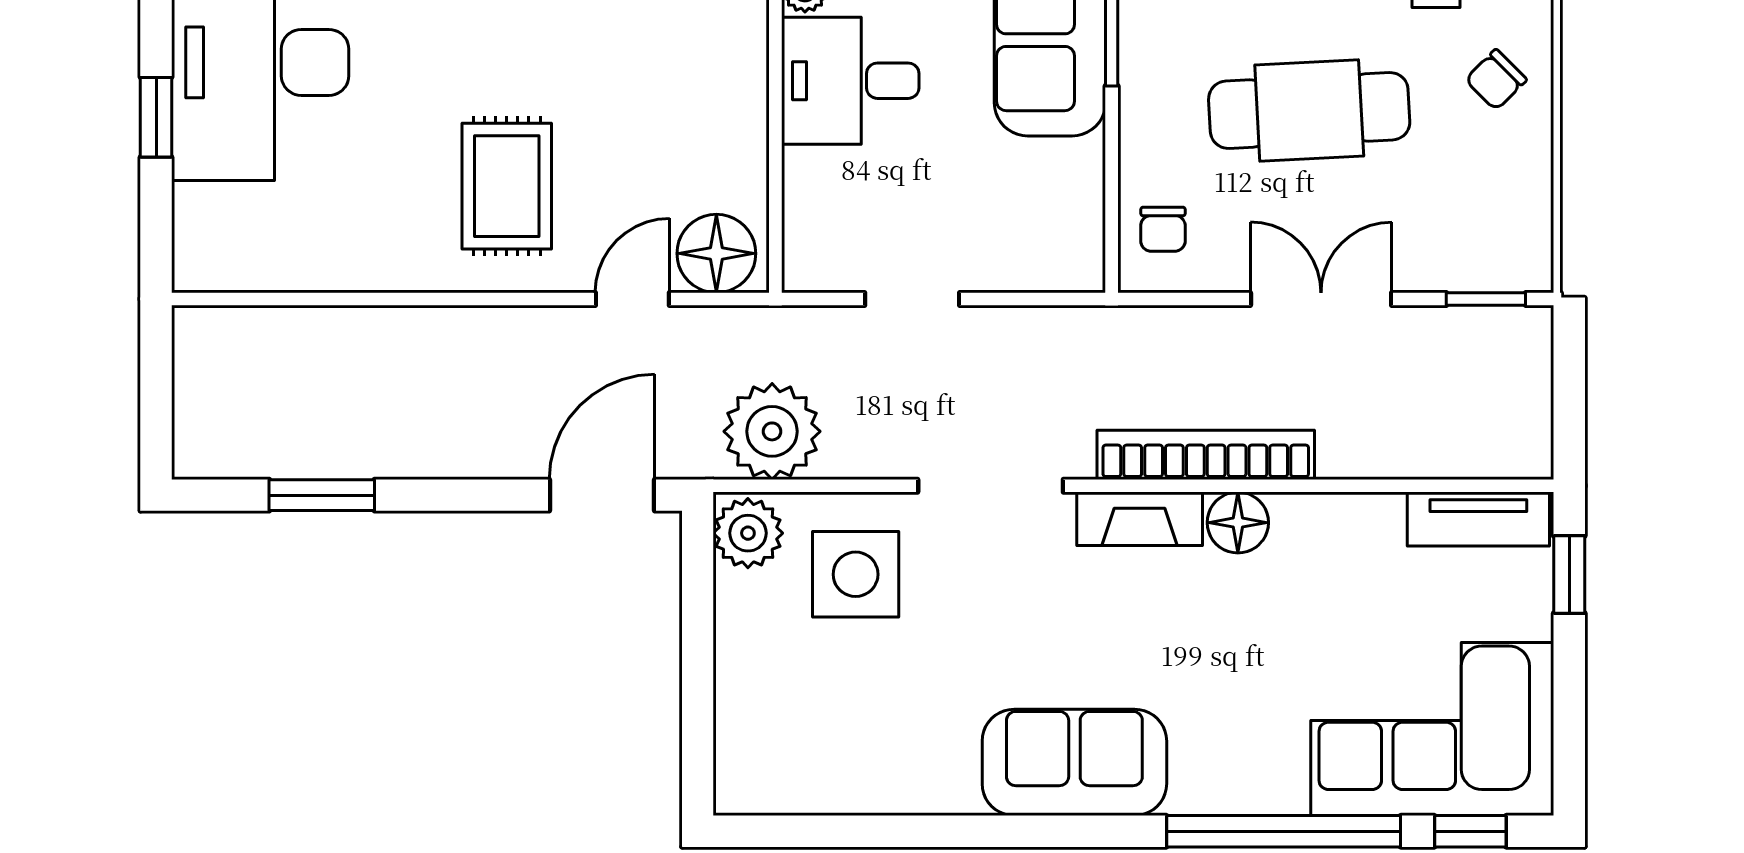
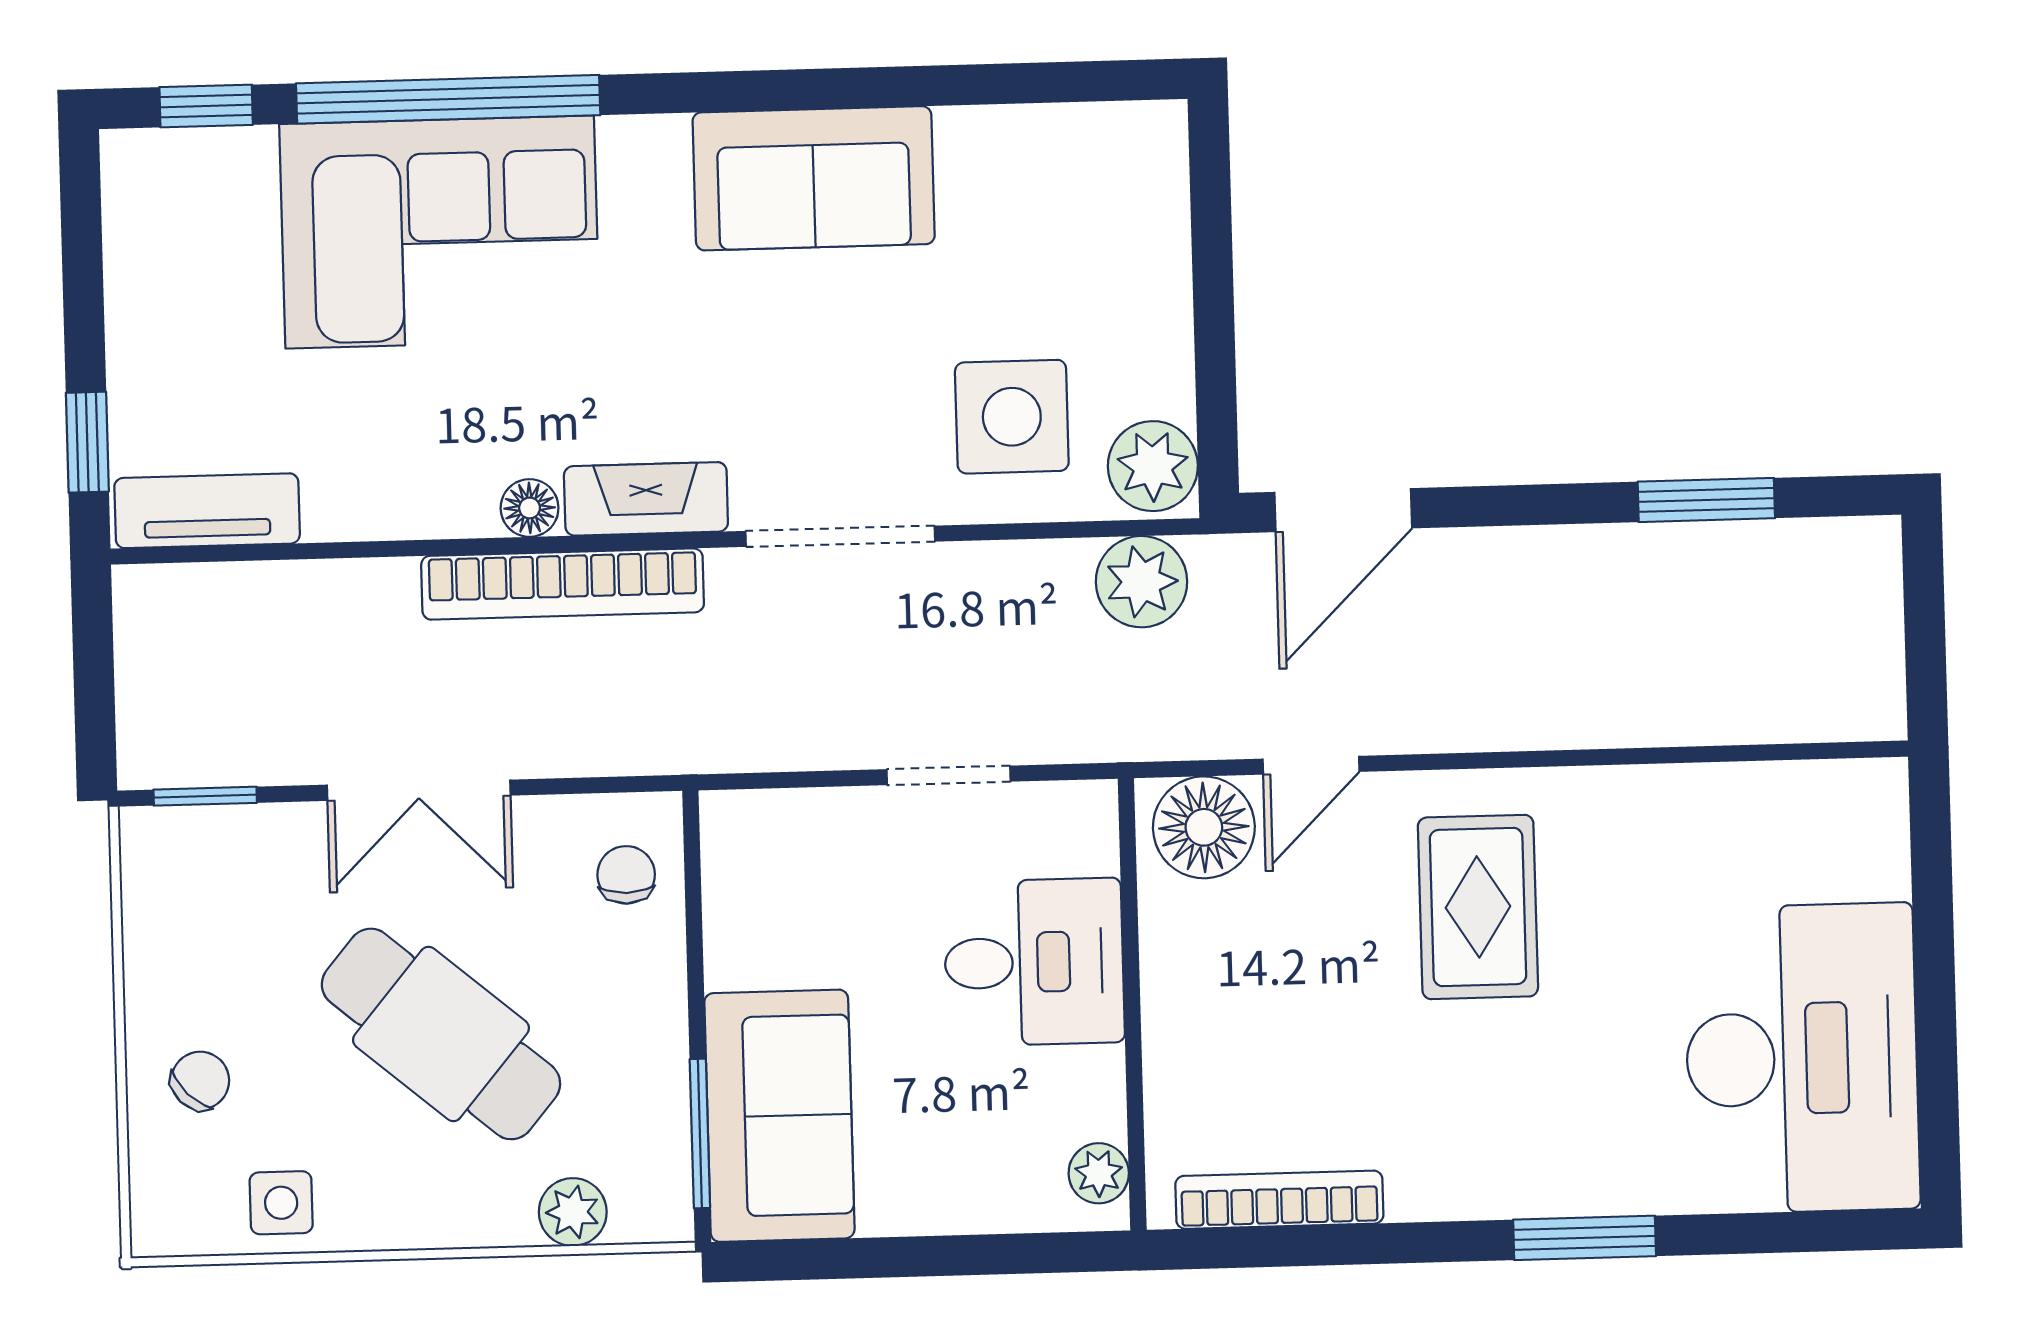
desk: (850, 81) -> (1034, 962), moved
cafe table: (1309, 110) -> (441, 1034), turned 43
window: (156, 117) -> (1935, 984), removed
plant: (772, 431) -> (1141, 582), width x0.73, depth x0.73
floor lamp: (1238, 523) -> (530, 508), width x0.73, depth x0.73
corner sofa: (1432, 729) -> (440, 232), moved
sofa: (1074, 762) -> (814, 178), moved

